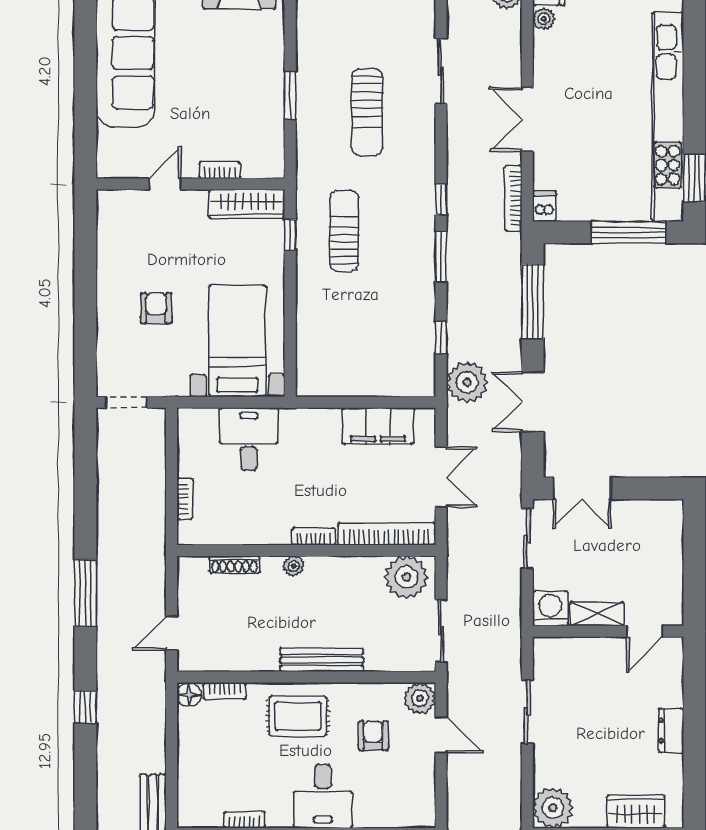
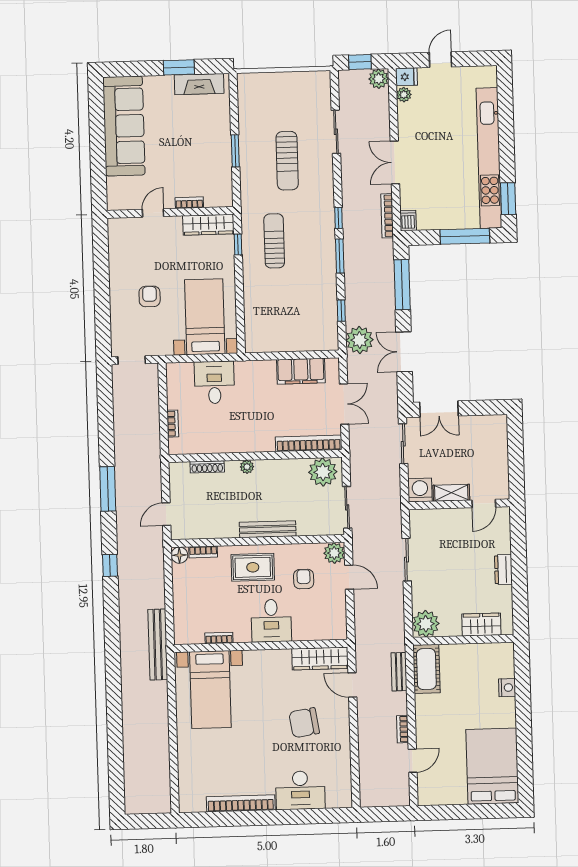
bookcase: (314, 536) -> (260, 446), removed

